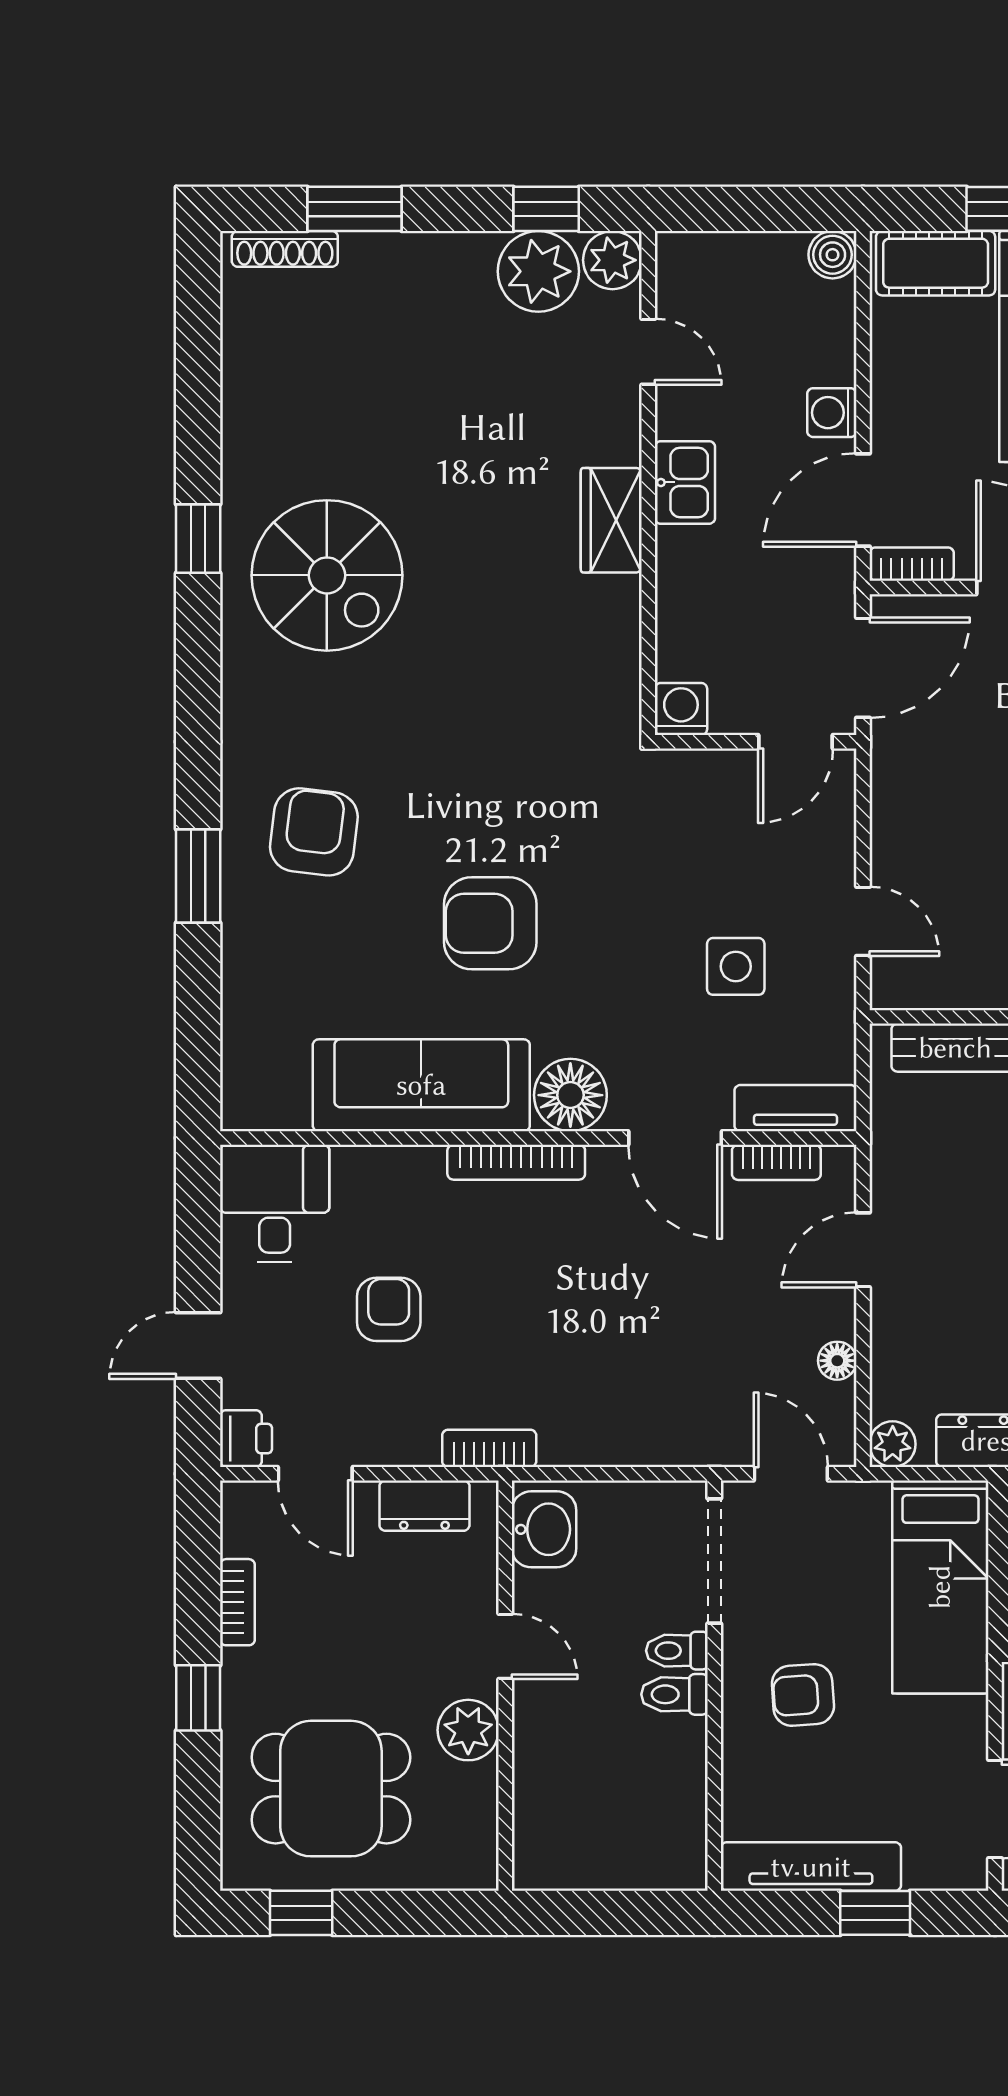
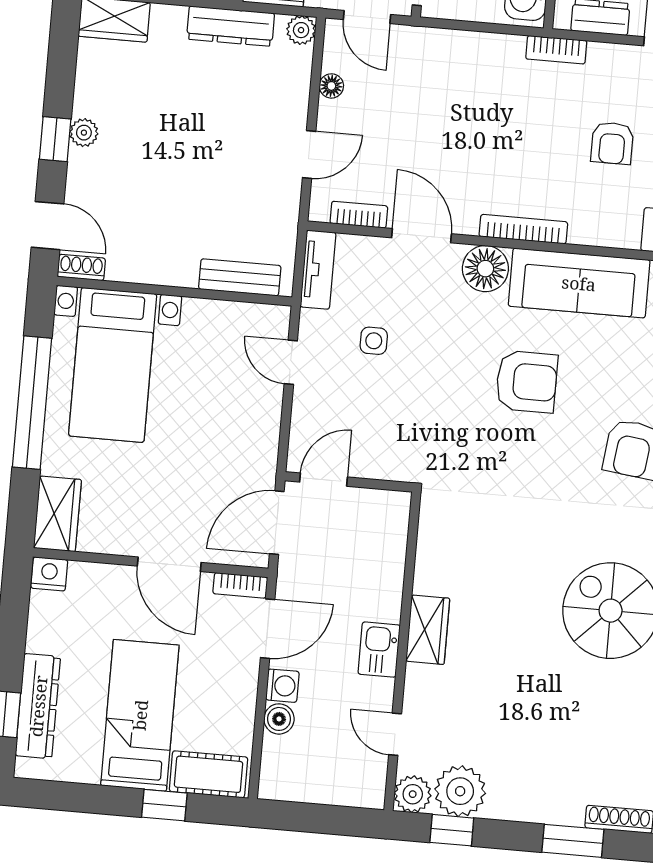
boiler: (833, 255) -> (279, 719), moved
washing machine: (681, 709) -> (394, 507), removed
side table: (736, 966) -> (374, 341), width x0.73, depth x0.73
tv unit: (795, 1108) -> (318, 270), moved, turned -90

